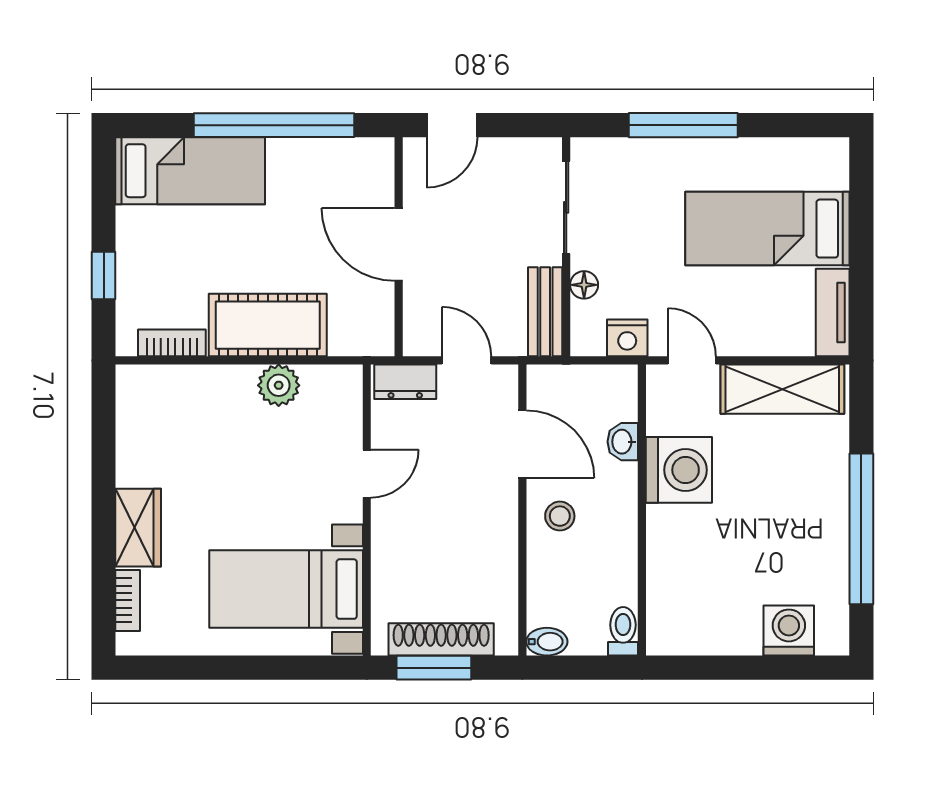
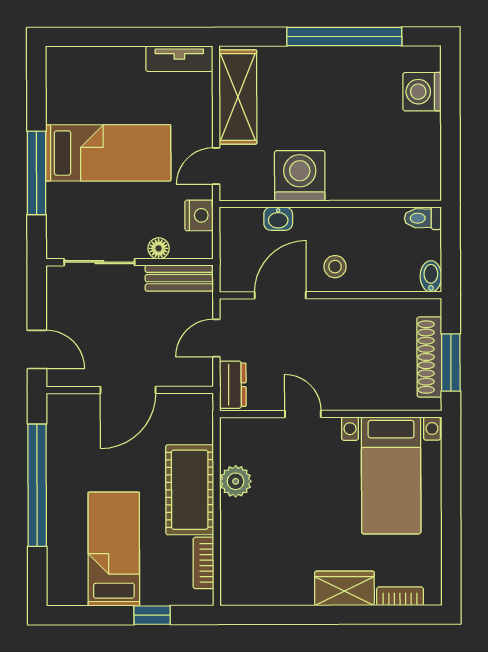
bed: (190, 171) -> (114, 549), moved
bed: (767, 229) -> (108, 153), moved, turned -90

